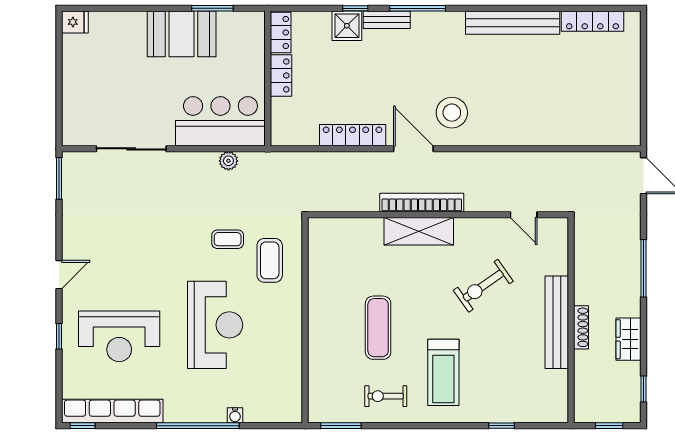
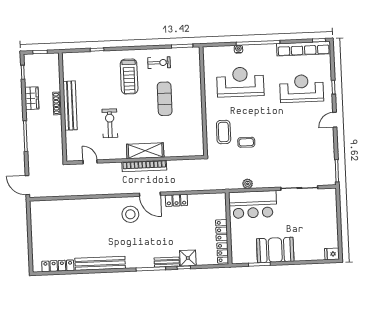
locker: (353, 135) -> (176, 200), width x0.66
exercise bike: (483, 286) -> (110, 123), turned -55
reception desk: (215, 325) -> (240, 82), moved, turned 90
treadmill: (443, 372) -> (129, 77), turned 180

